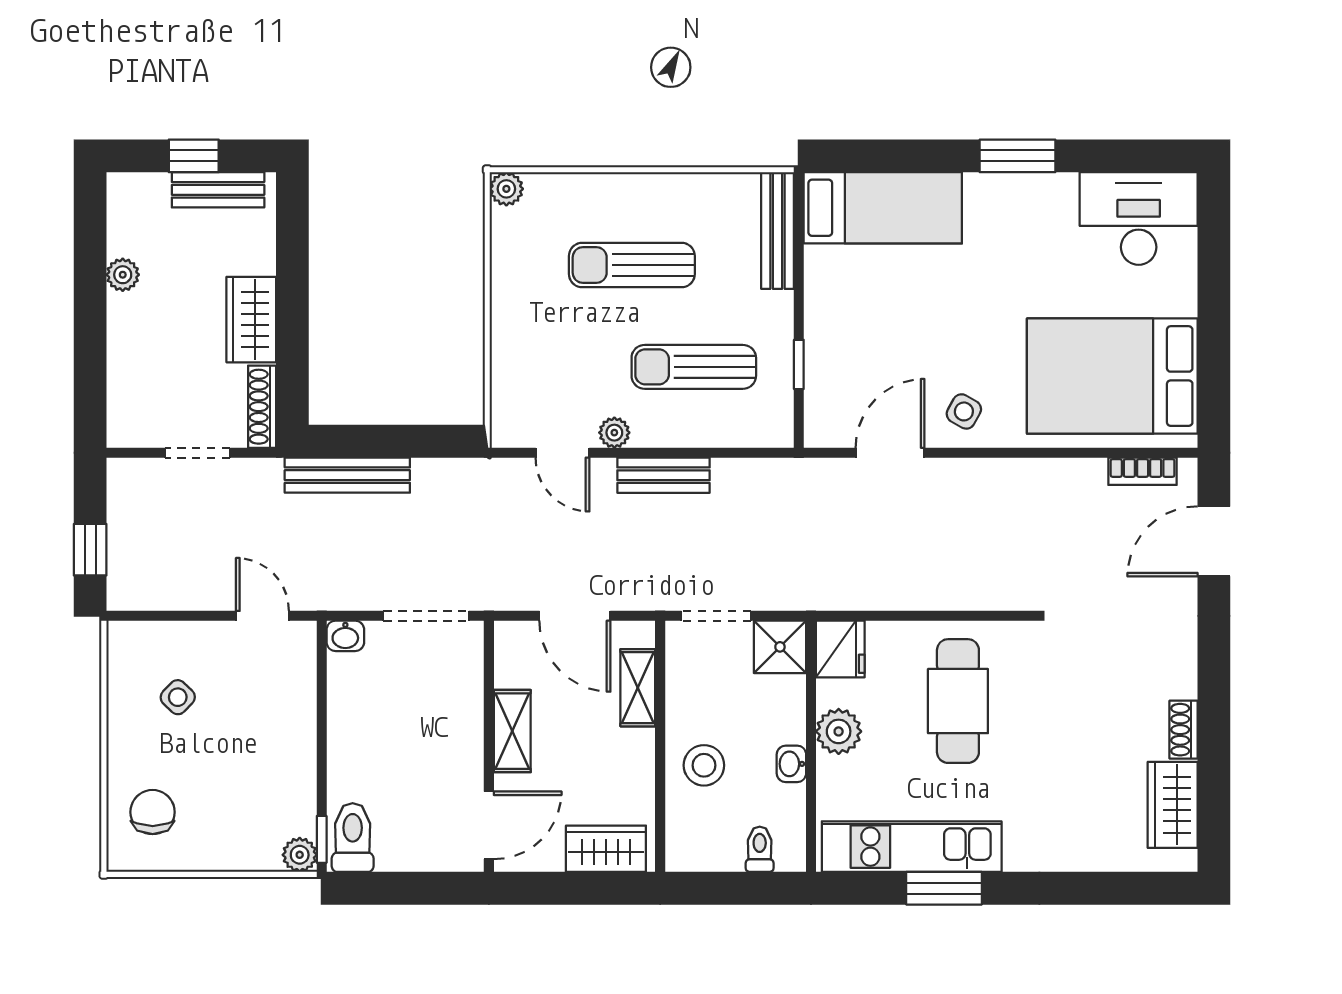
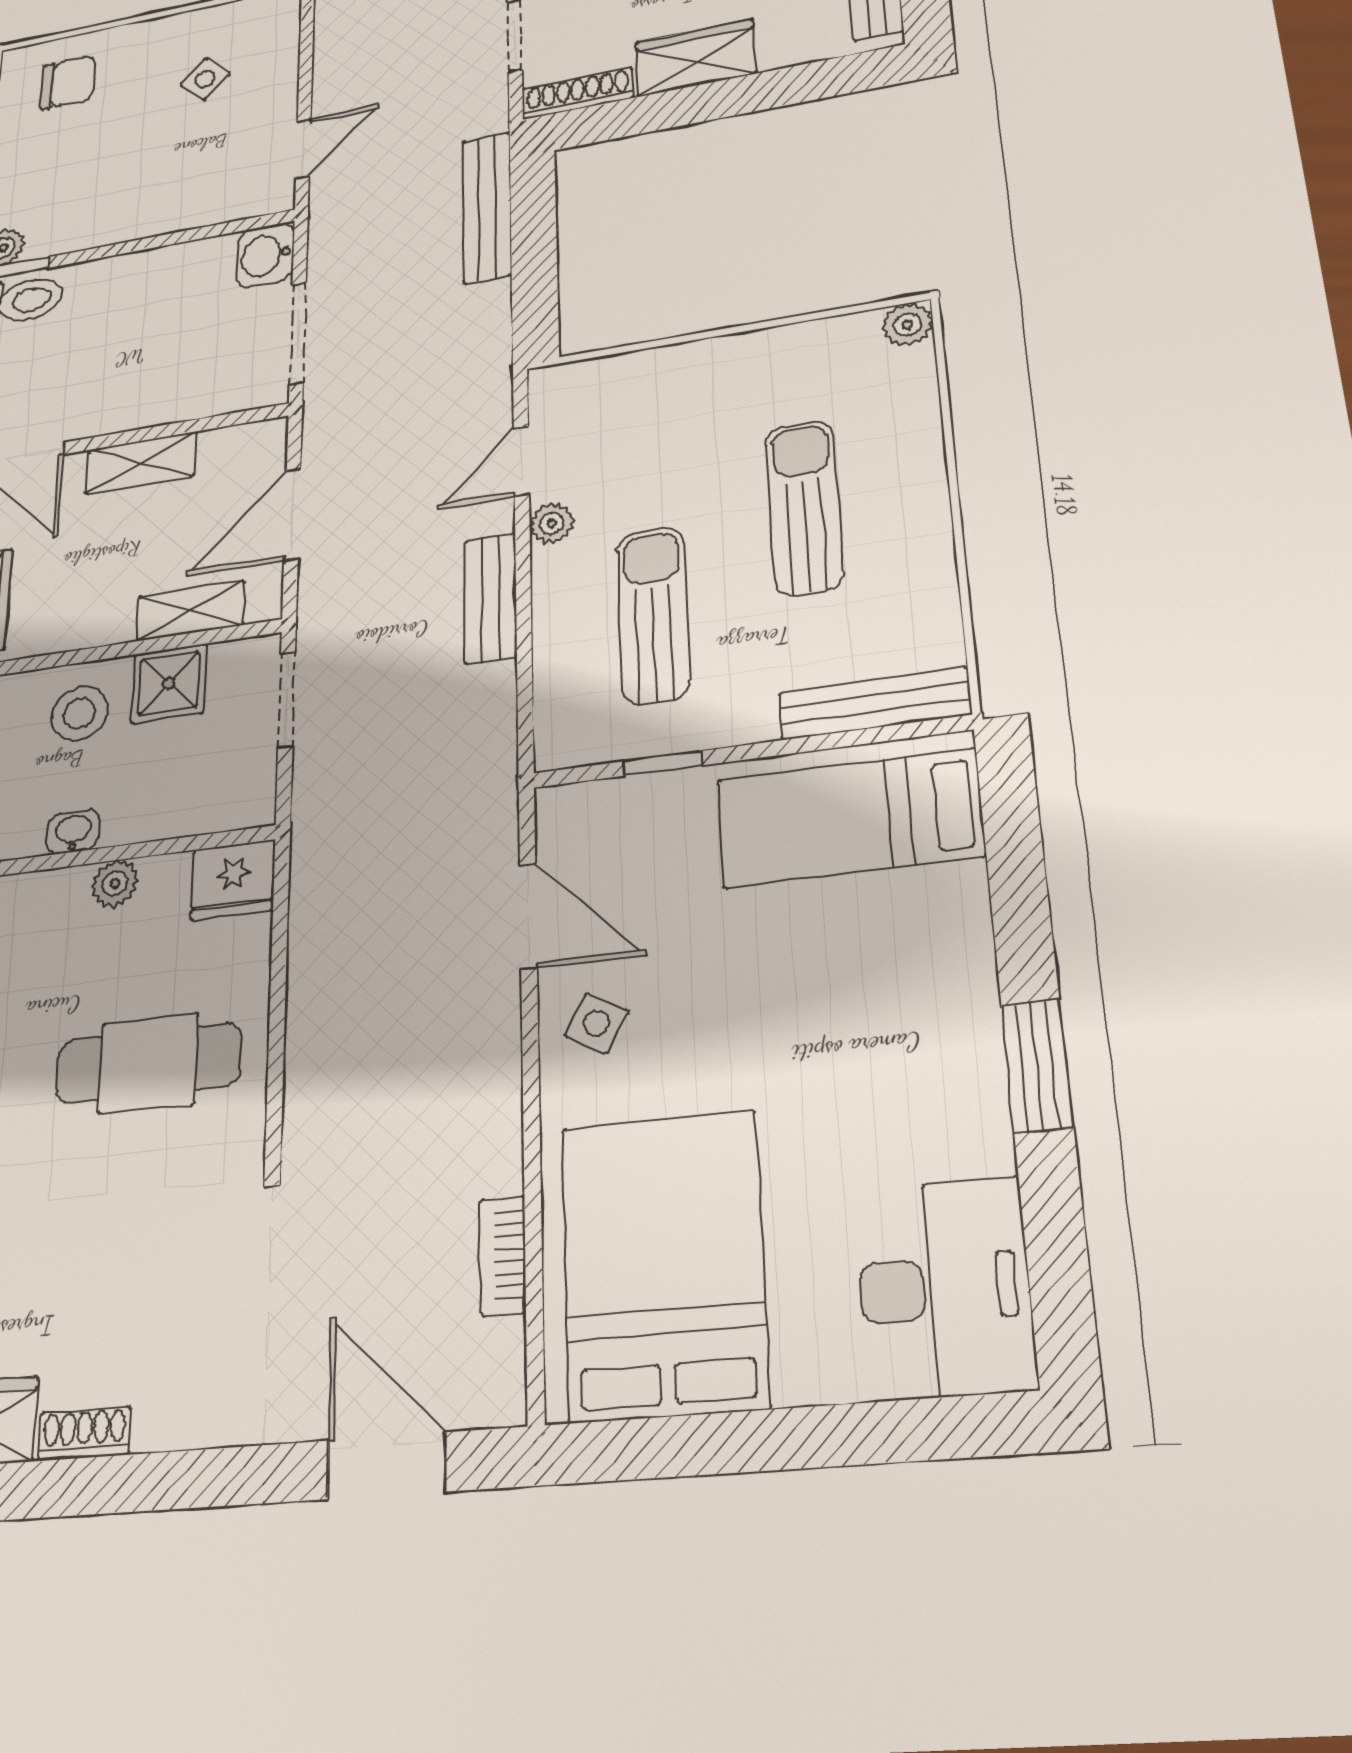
bed: (883, 208) -> (849, 818), moved, turned 90
bookcase: (1143, 471) -> (503, 1256), moved
washbasin: (345, 636) -> (265, 255), width x1.38, depth x1.45
shower: (780, 647) -> (169, 683), moved
plant: (839, 731) -> (115, 883), width x0.73, depth x0.73

